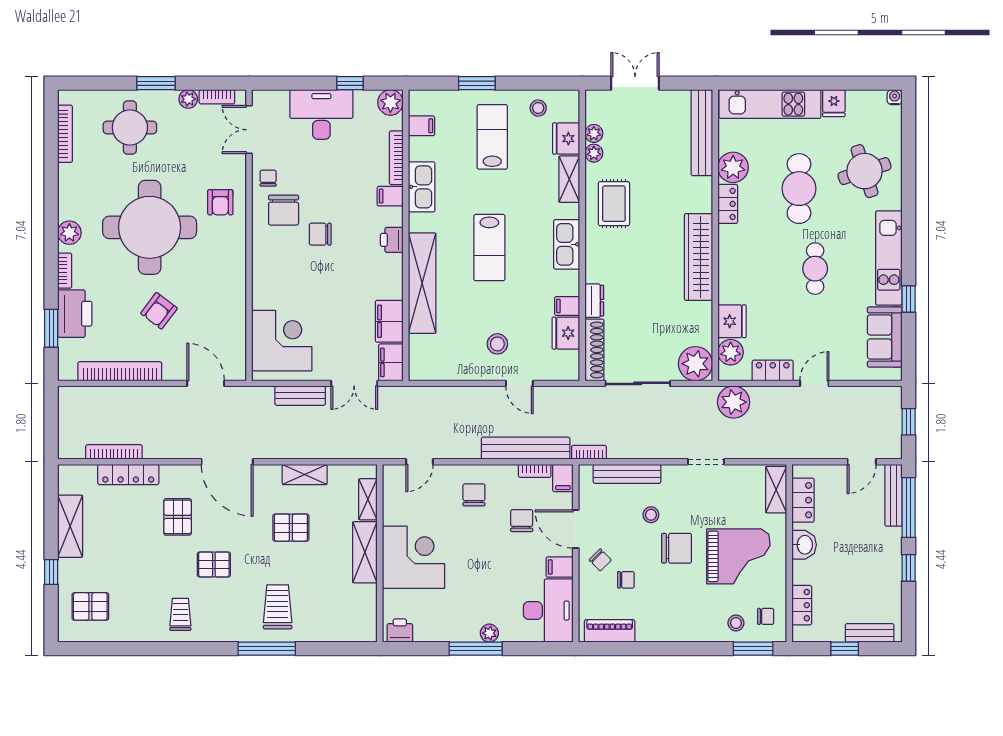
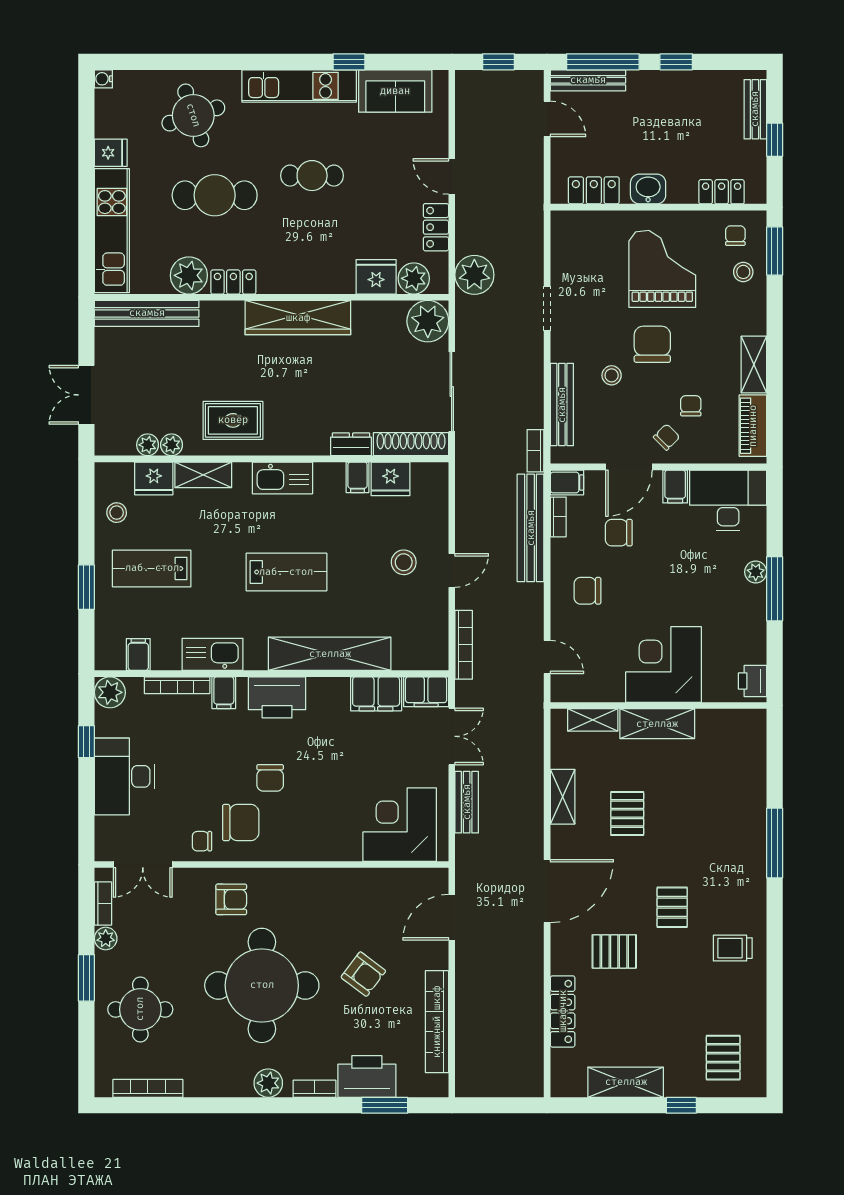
printer: (392, 240) -> (277, 697), width x1.87, depth x1.48
door: (519, 383) -> (452, 571), moved
bookcase: (114, 452) -> (464, 645), moved, turned 180
shelving: (776, 490) -> (754, 365), moved, turned 90
trolley: (278, 607) -> (724, 830), removed

